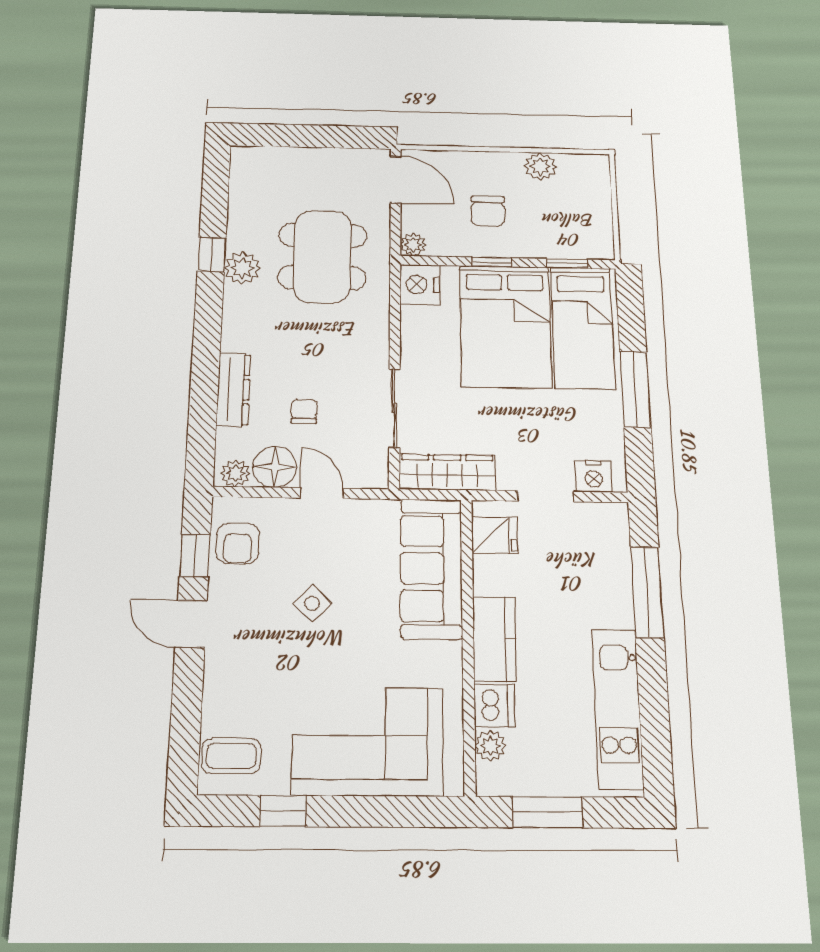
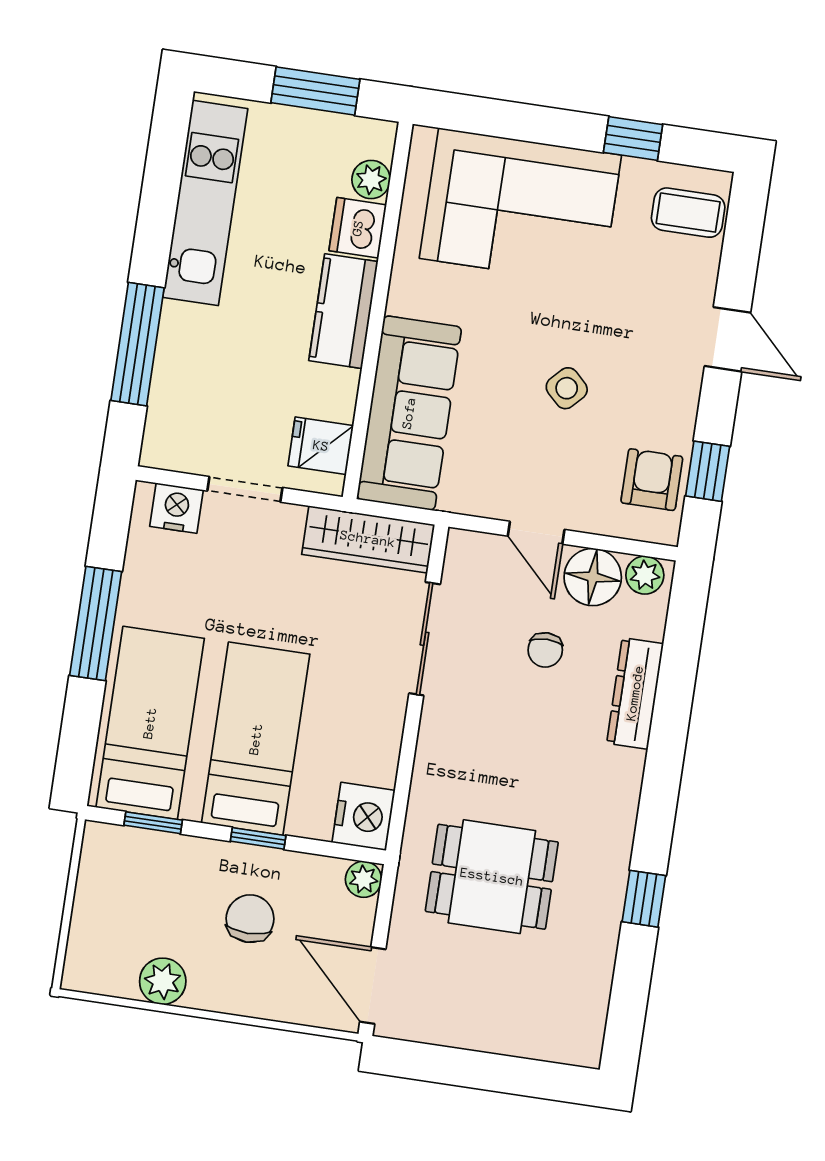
dining table: (322, 256) -> (492, 877), width x0.73
plant: (242, 268) -> (604, 872), removed
bed: (505, 326) -> (256, 739), width x0.67
door: (191, 624) -> (727, 339), moved

